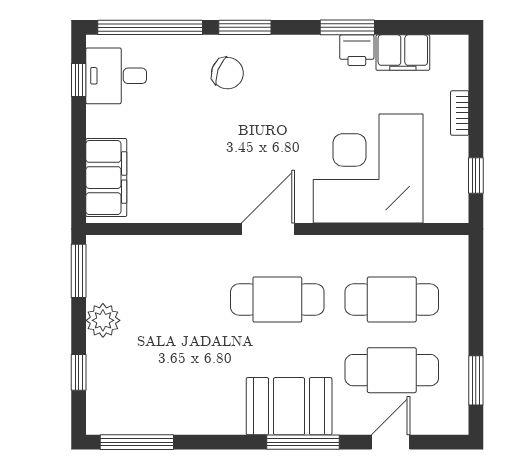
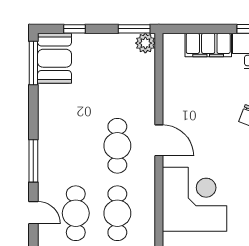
filing cabinet: (106, 178) -> (208, 45), moved
plant: (103, 320) -> (145, 43), moved
booth: (289, 406) -> (55, 58), moved

